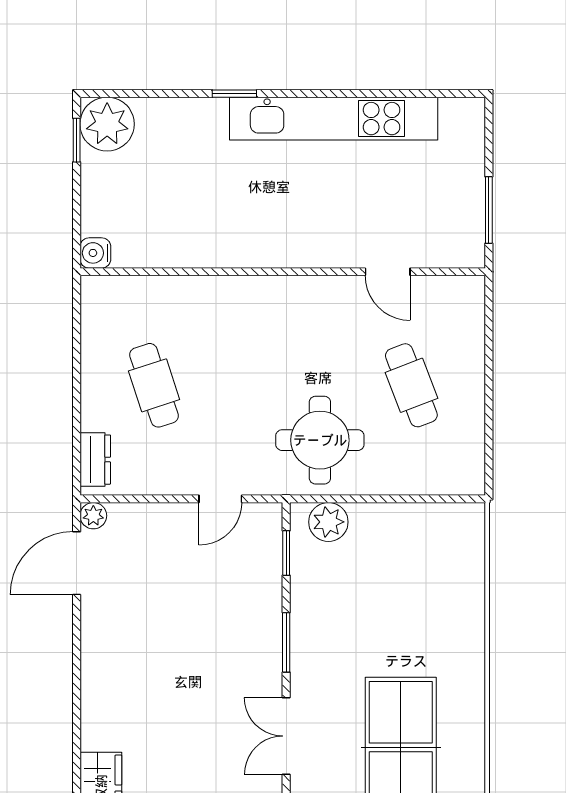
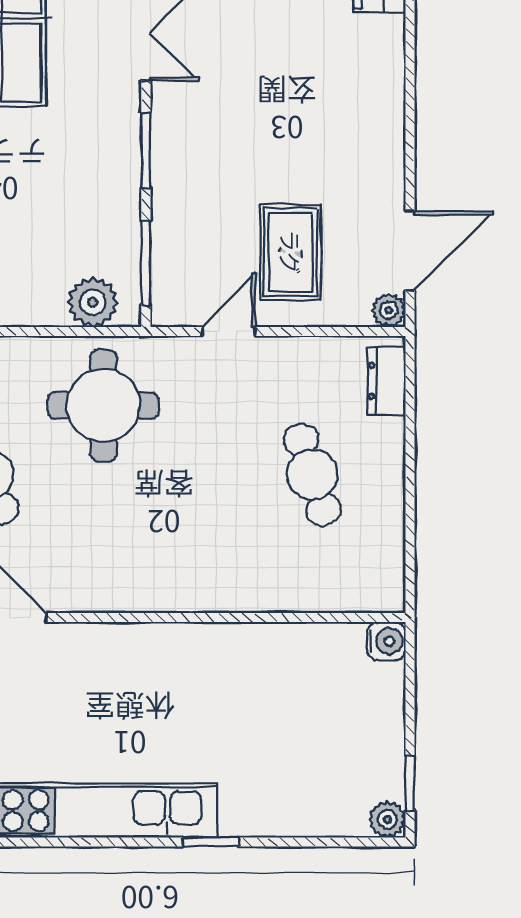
plant: (107, 124) -> (387, 819), width x0.53, depth x0.53
window: (286, 553) -> (146, 263), width x1.50
rug: (171, 562) -> (291, 252), added

